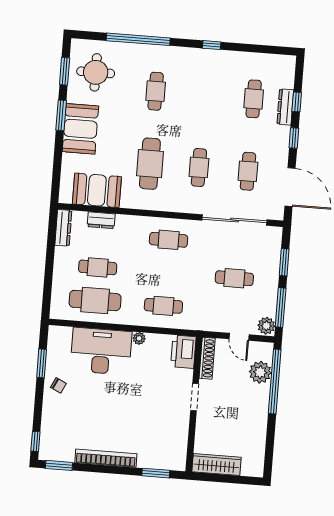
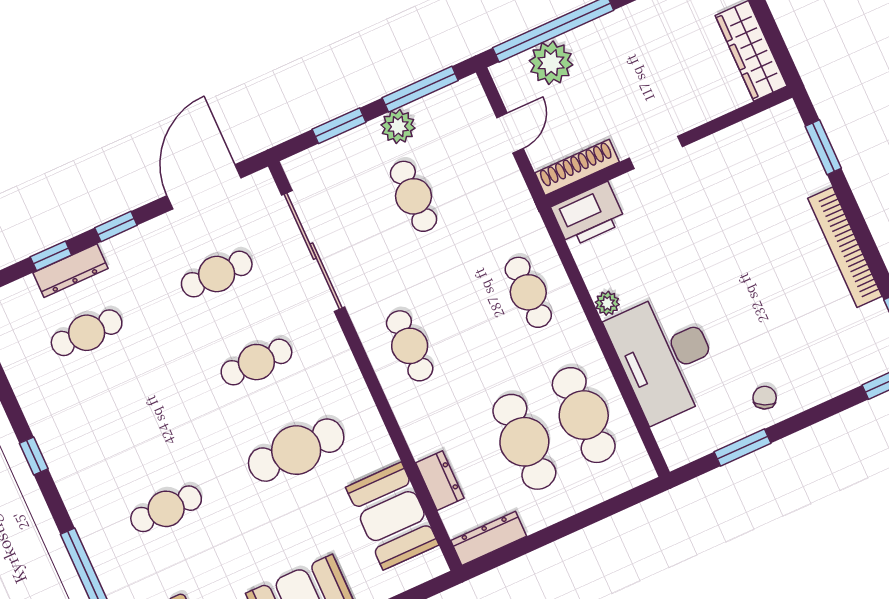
cafe table: (98, 267) -> (524, 442), width x1.37, depth x1.35
plant: (266, 326) -> (398, 127), moved

